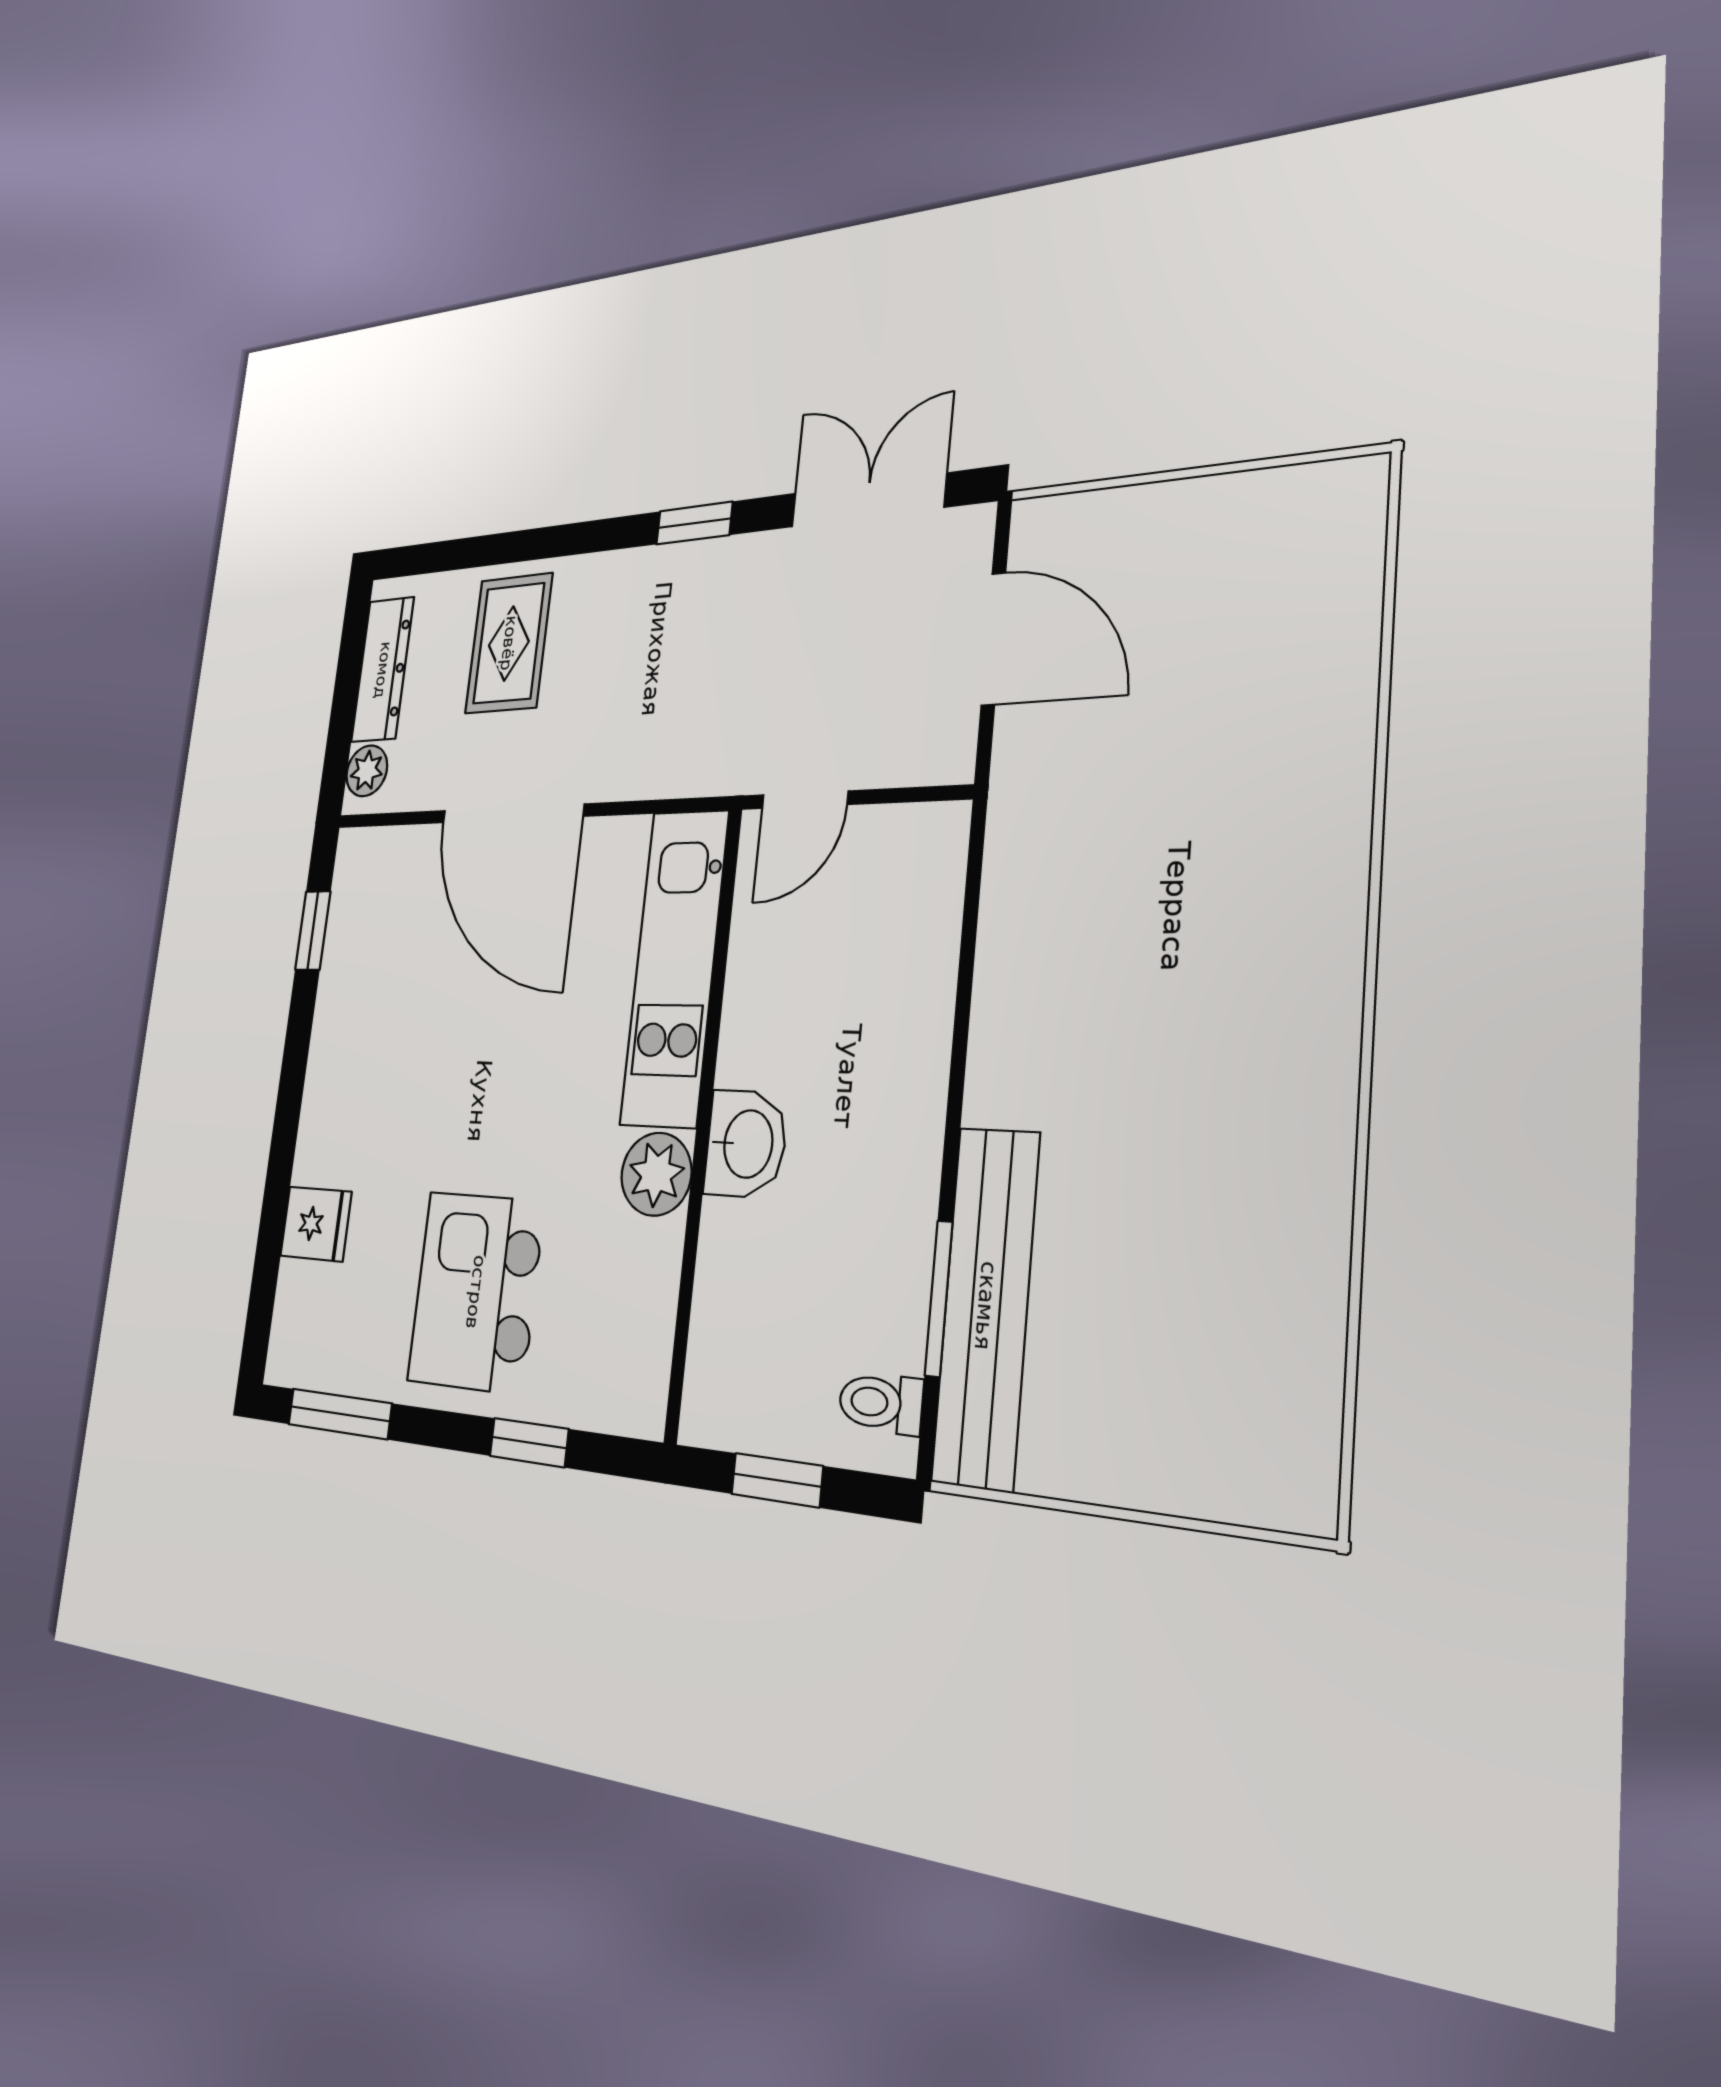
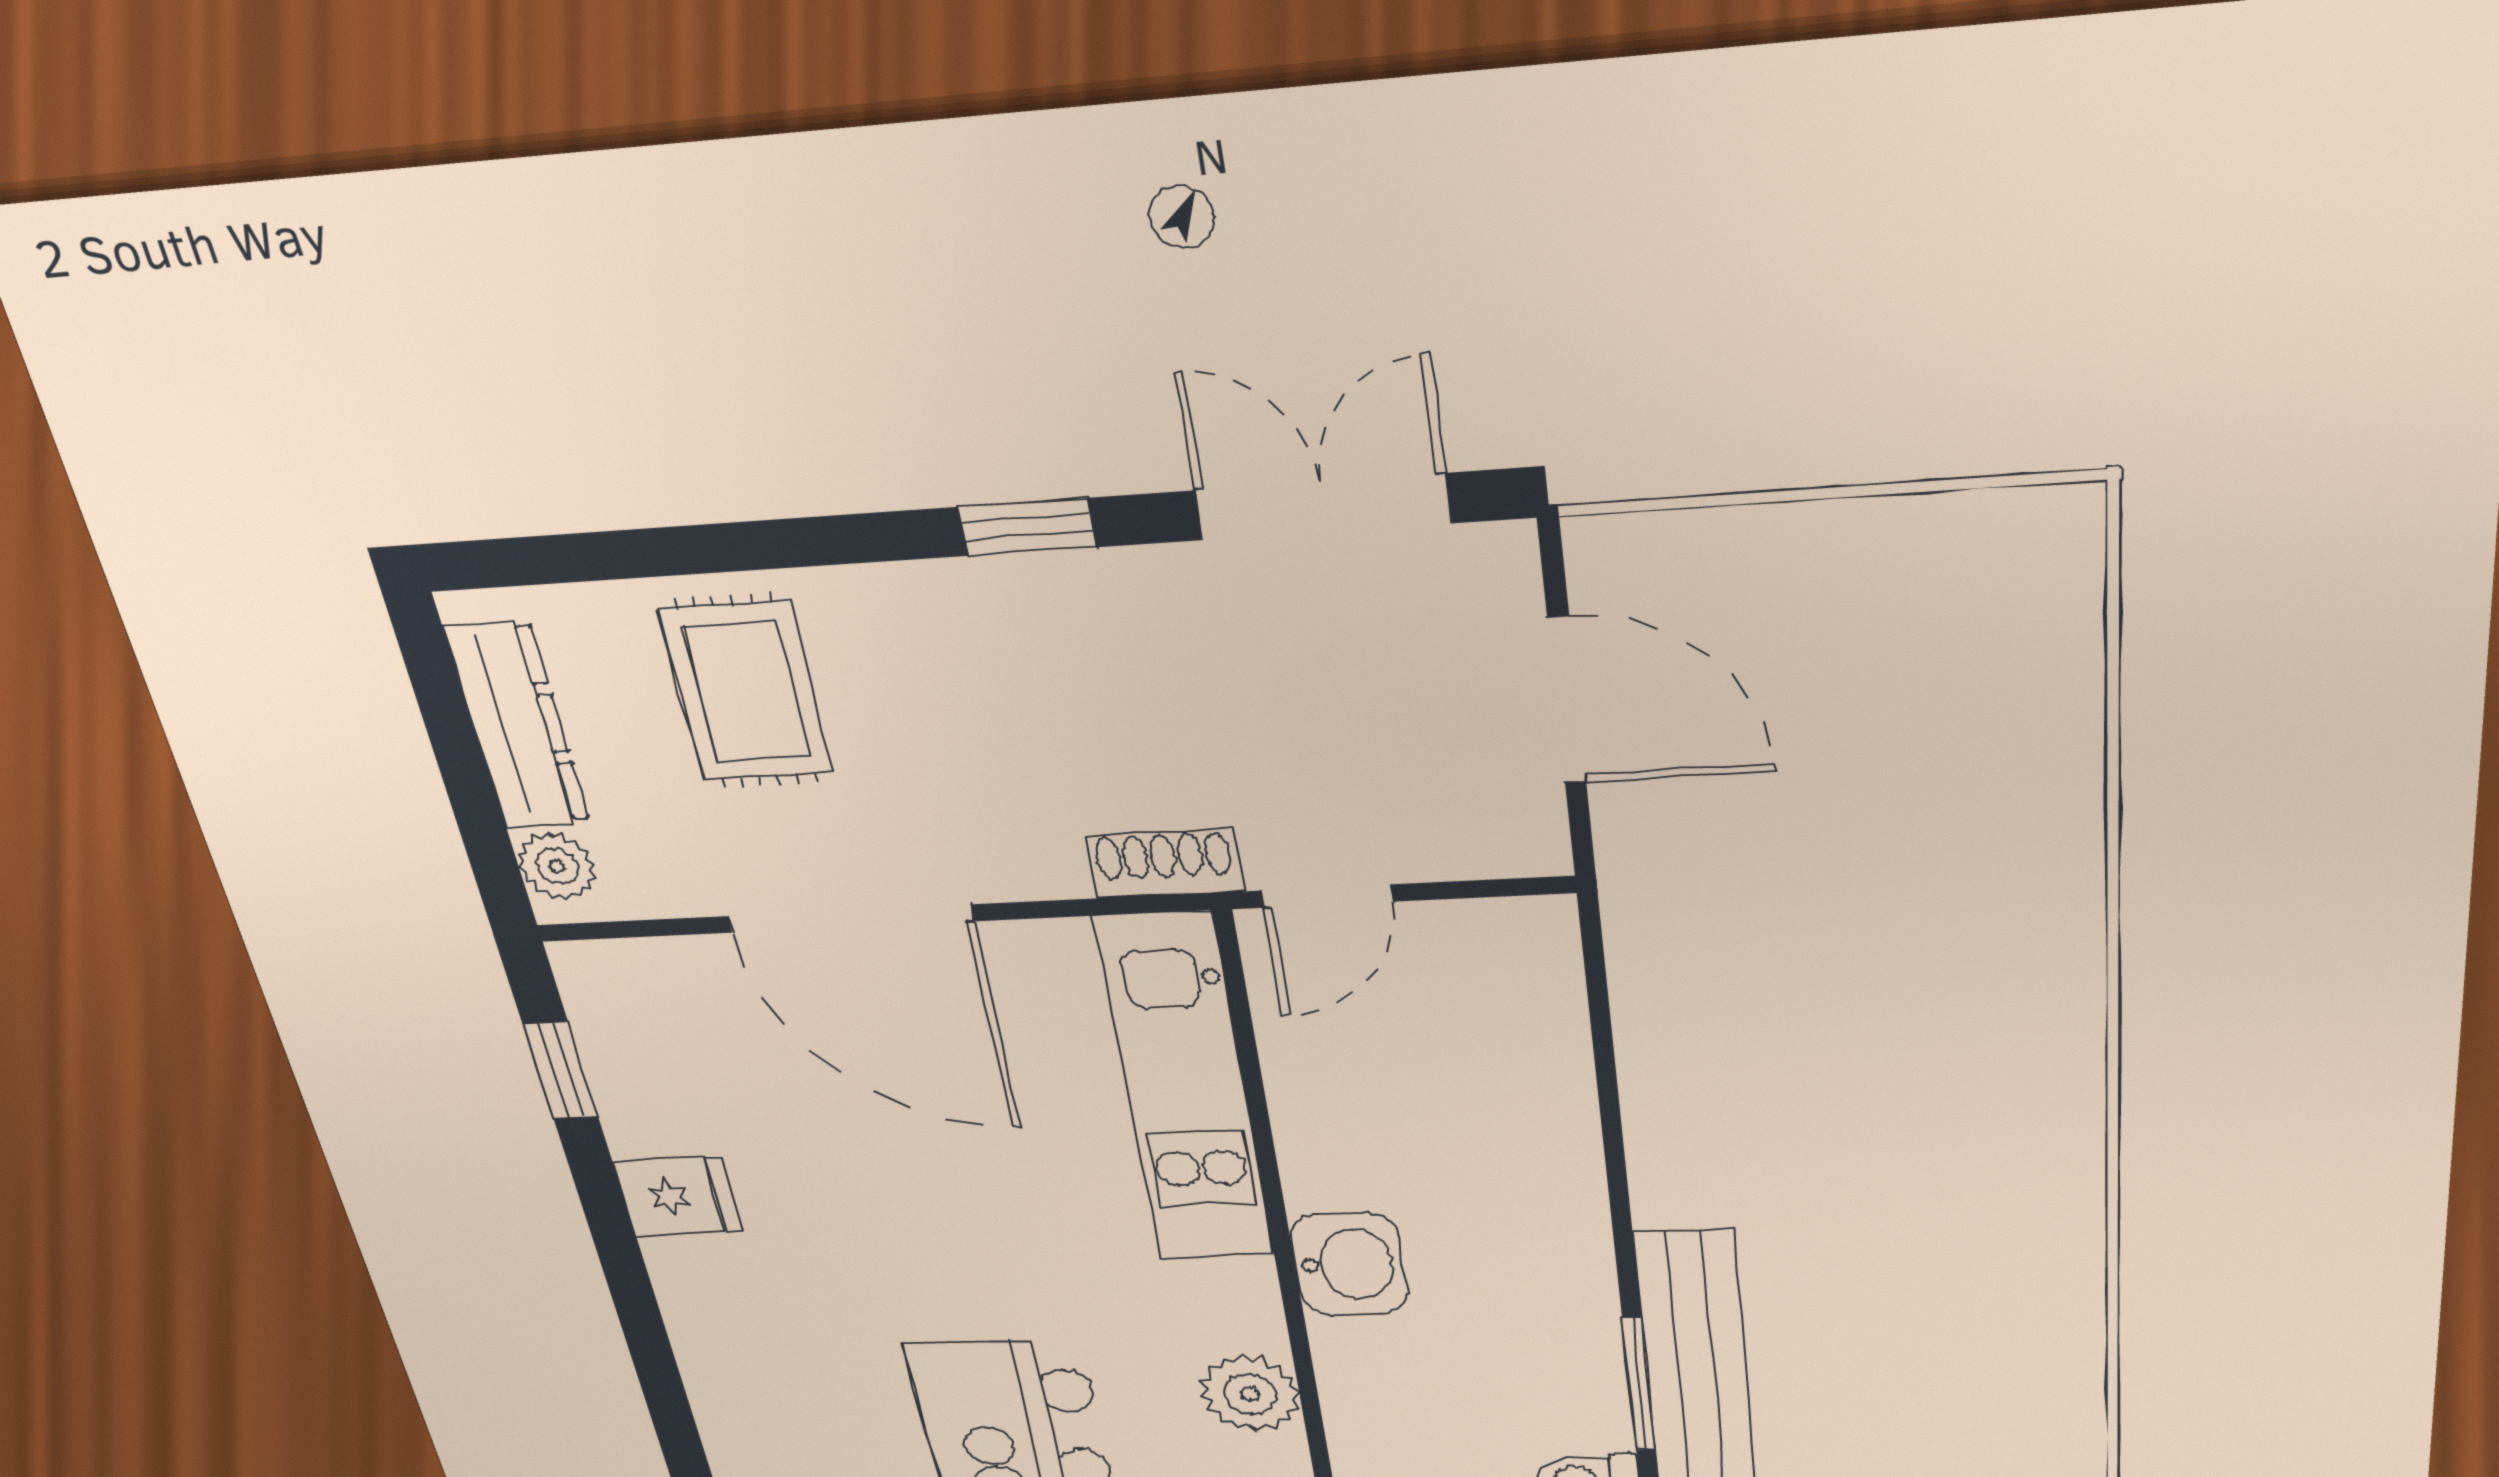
shoe rack: (709, 772) -> (1164, 864), added
plant: (656, 1174) -> (1250, 1394), moved
fridge: (316, 1224) -> (677, 1197), moved

